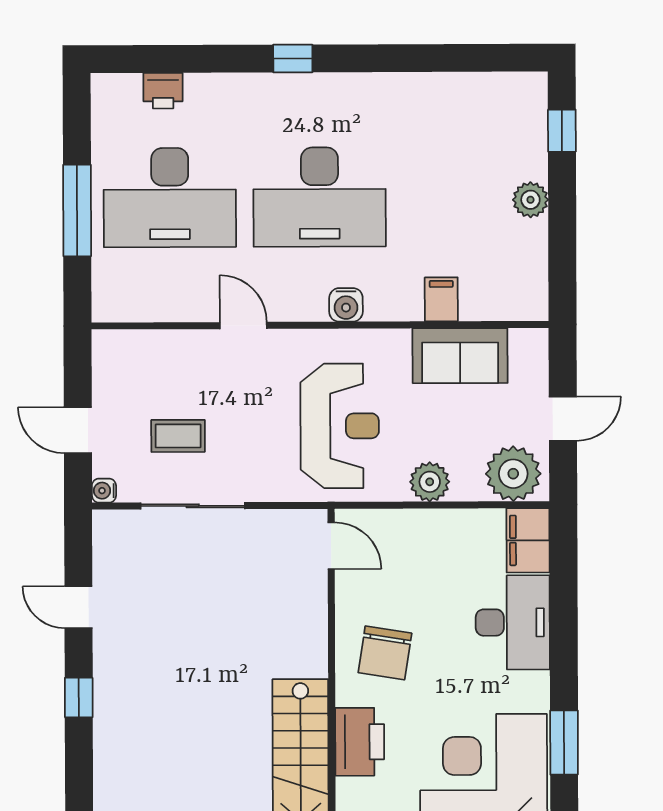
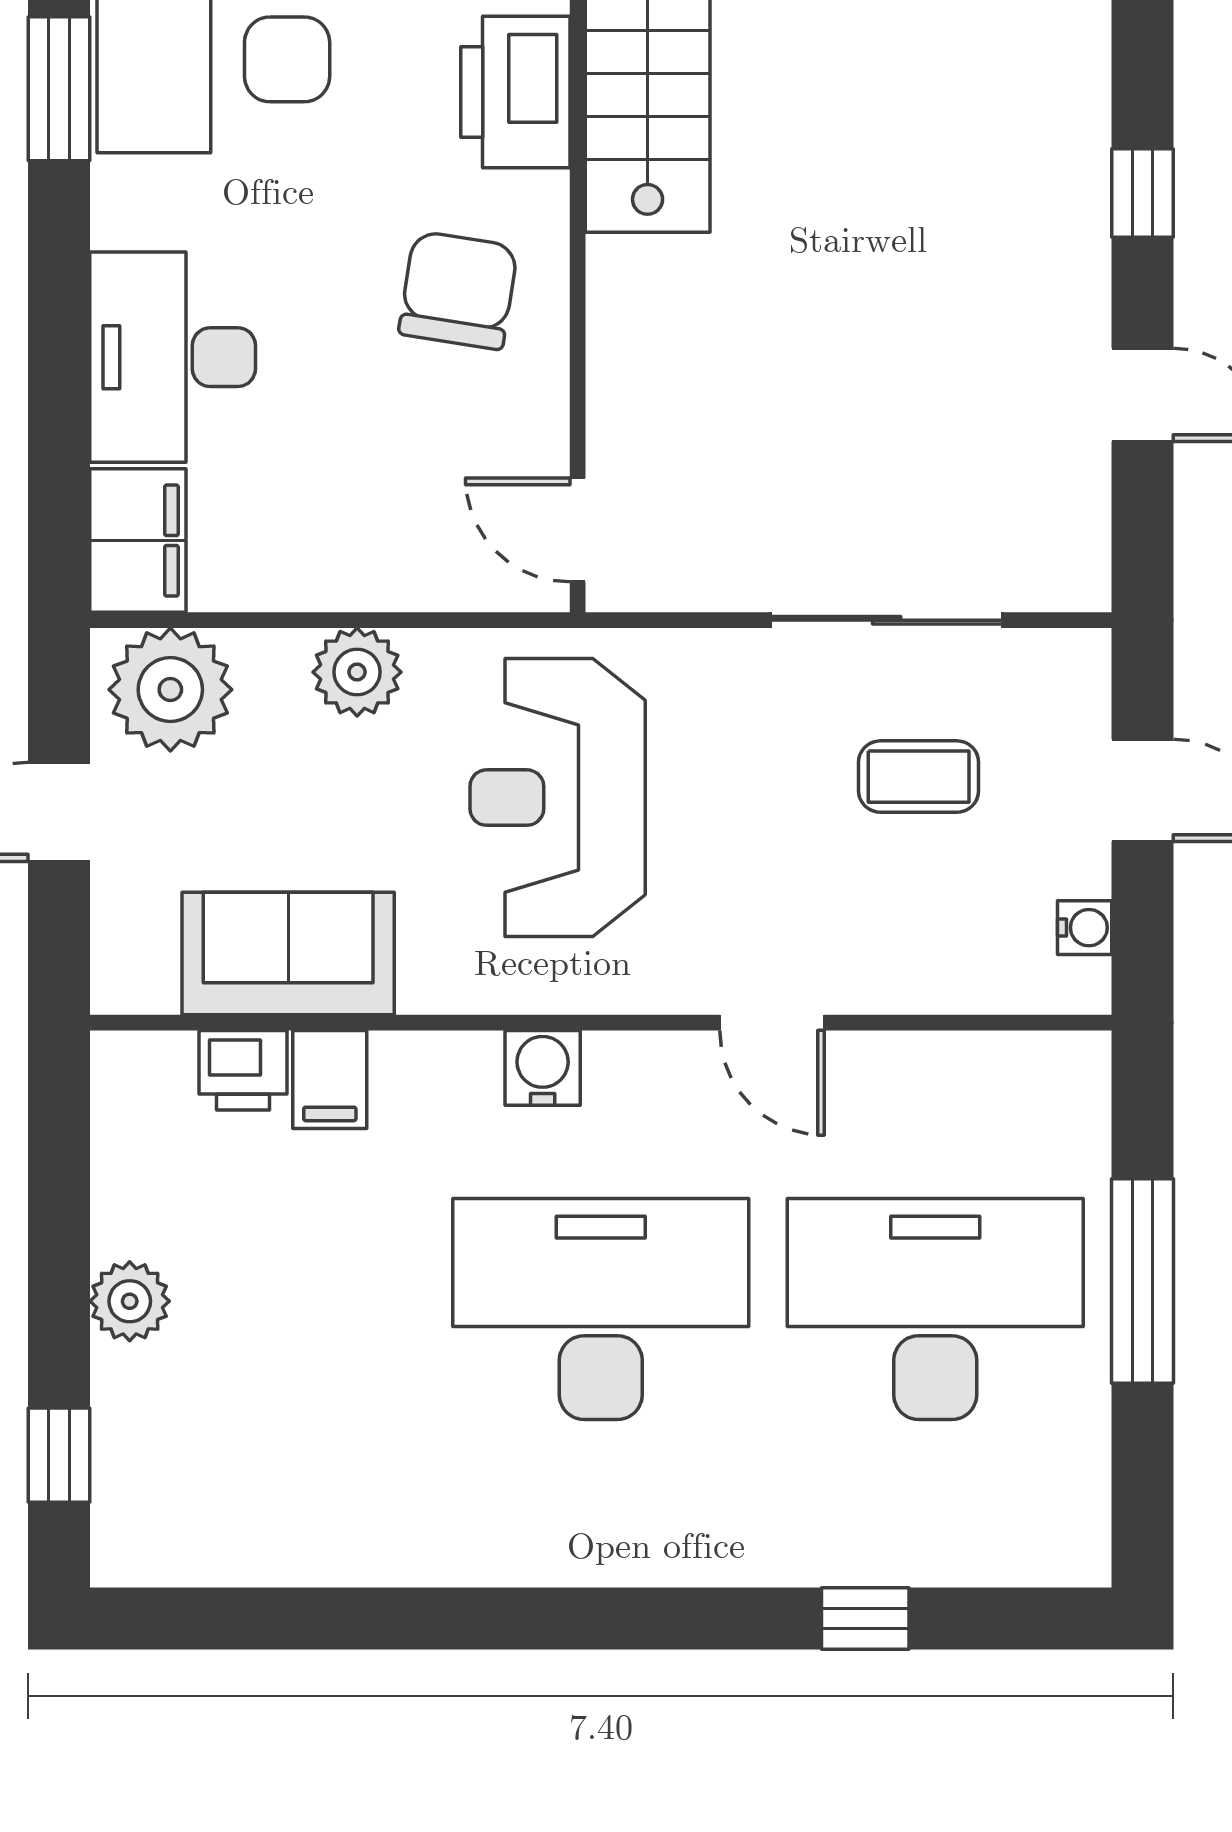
window: (293, 59) -> (865, 1619), moved
printer: (163, 91) -> (243, 1070), moved, turned 180
water cooler: (104, 491) -> (1085, 928), moved

